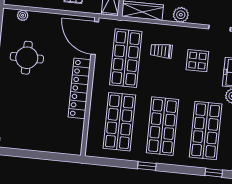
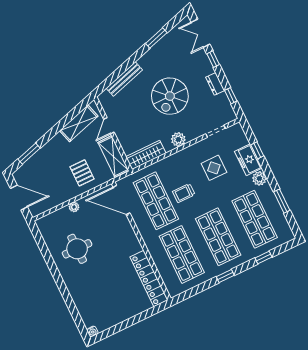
plant: (23, 15) -> (74, 207), moved
trolley: (161, 51) -> (184, 193), moved
locker: (79, 88) -> (149, 279), moved
window: (214, 173) -> (264, 258), moved

